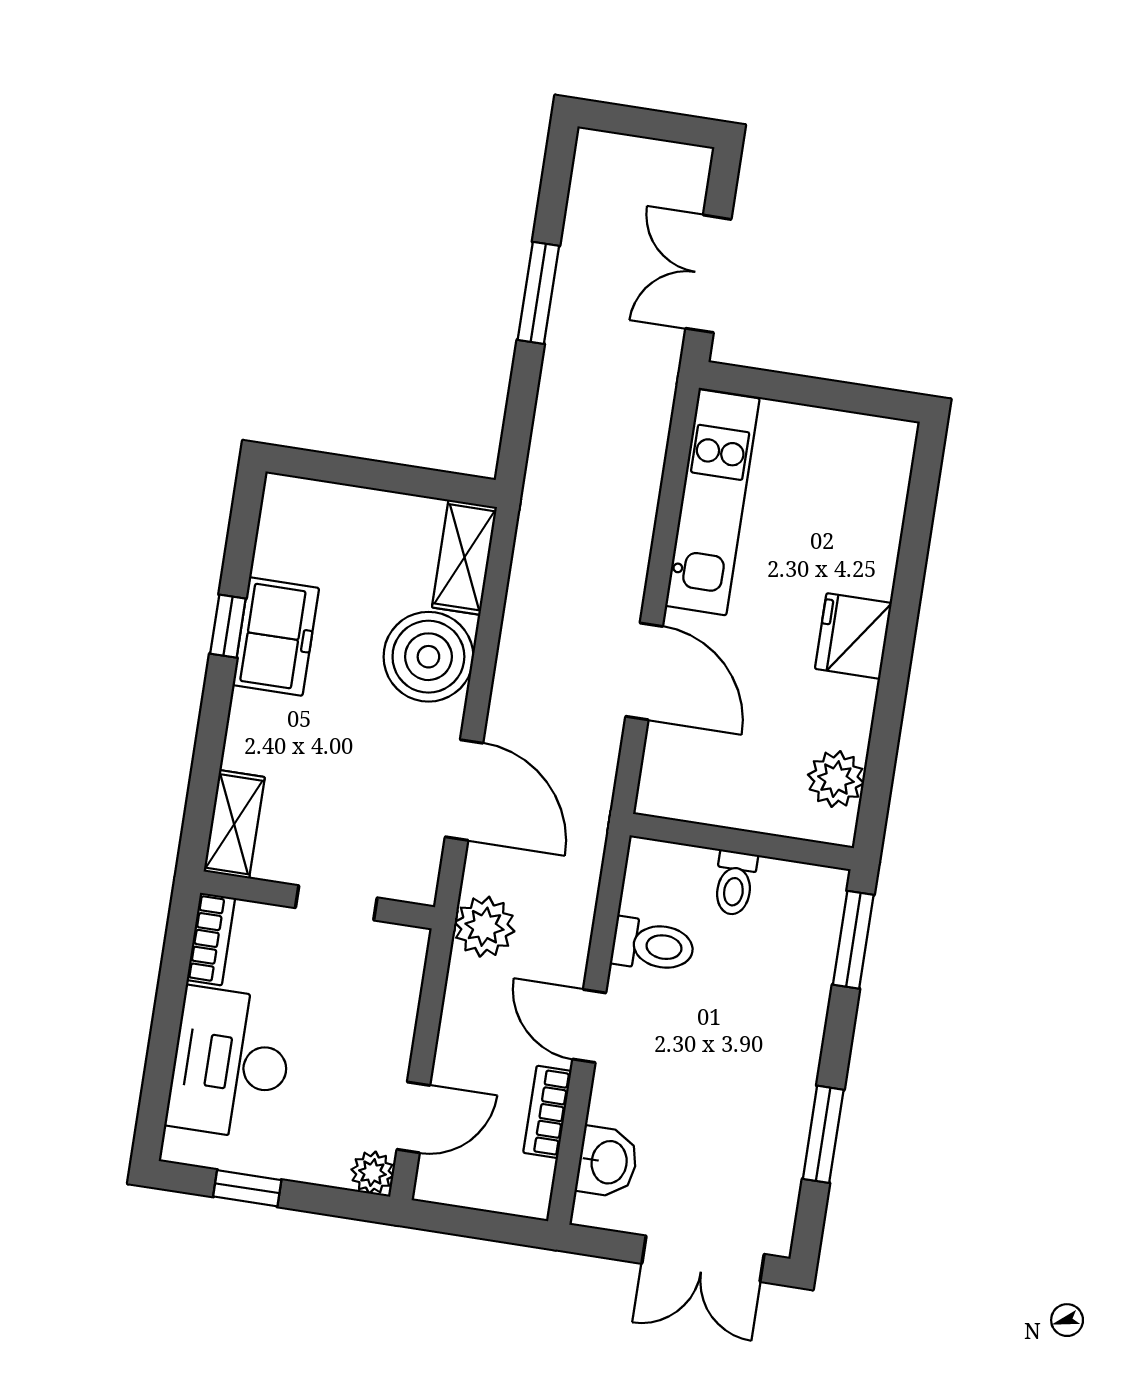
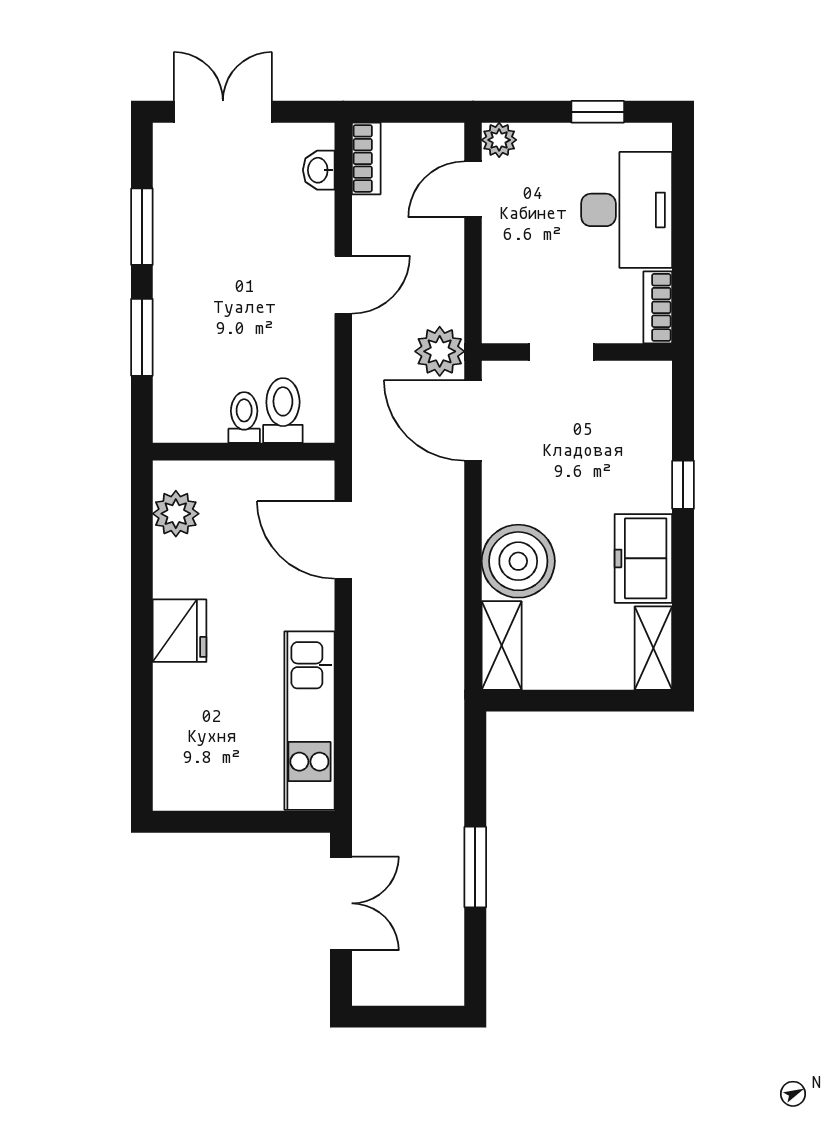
window: (228, 626) -> (683, 485), moved
door: (644, 671) -> (343, 540), moved
door: (464, 790) -> (473, 420), moved
shelving: (234, 824) -> (653, 648), moved
window: (853, 940) -> (142, 337), moved
toilet: (653, 945) -> (283, 411), moved, turned 90
door: (589, 1026) -> (343, 285), hinge flipped
bookcase: (547, 1112) -> (366, 158), moved
washbasin: (607, 1162) -> (319, 170), width x0.72, depth x0.69

